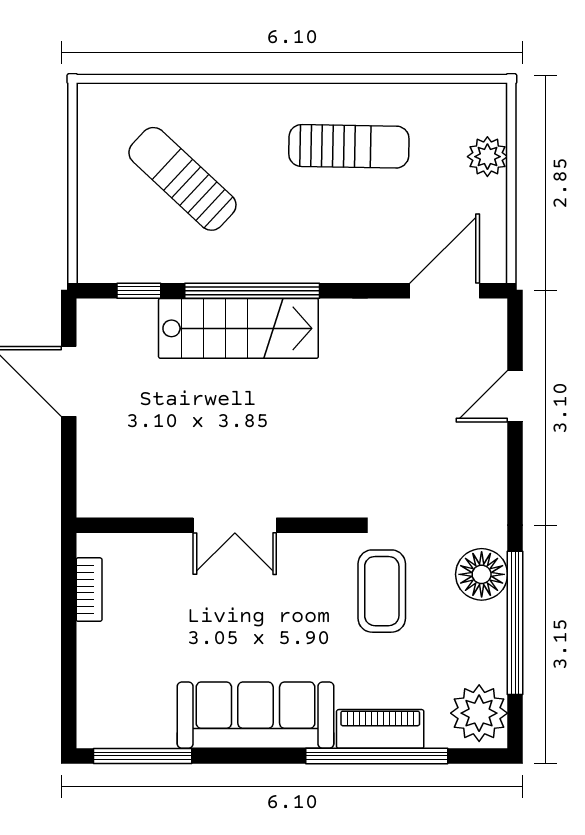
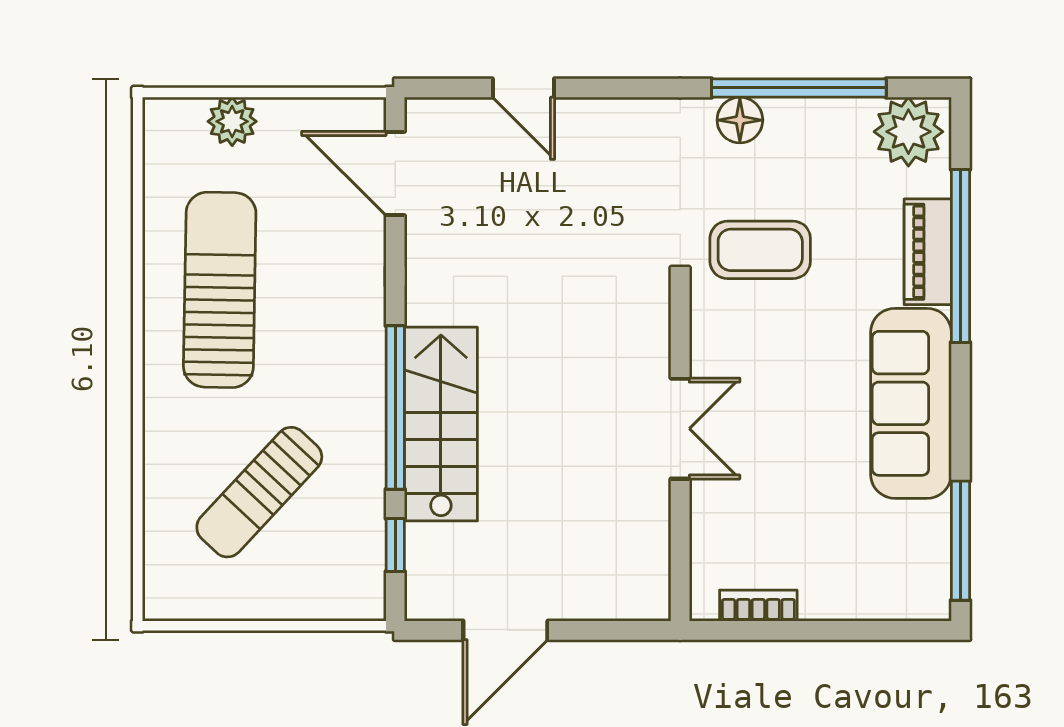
sun lounger: (349, 146) -> (220, 290), width x1.36, depth x1.34
floor lamp: (482, 574) -> (740, 120), width x0.73, depth x0.73

